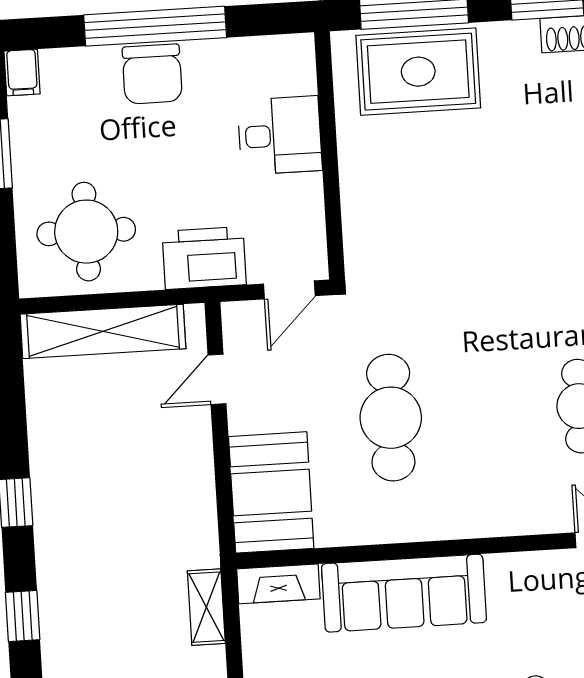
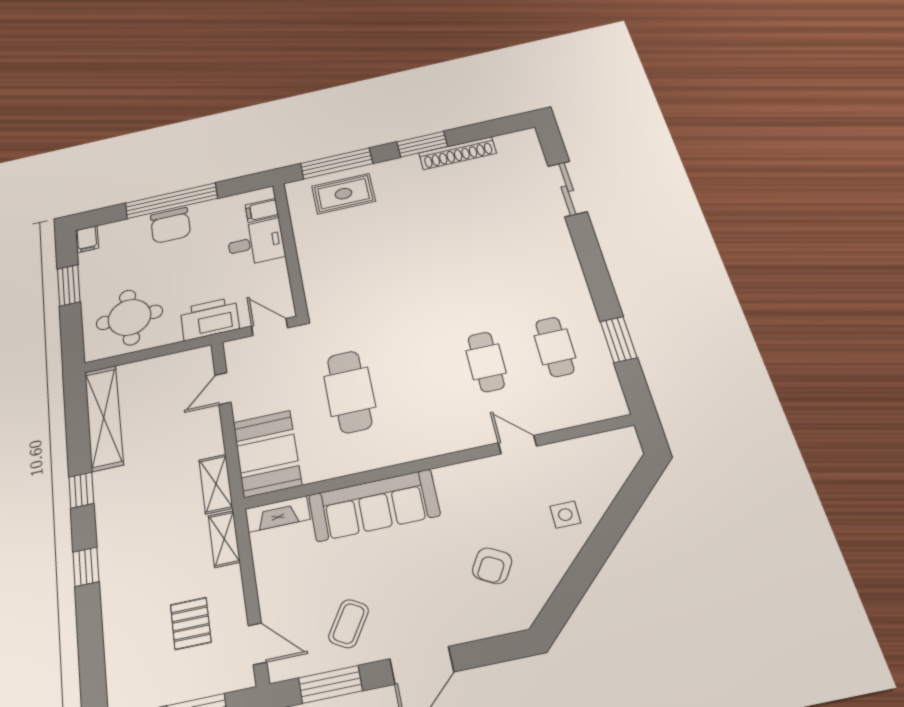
rug: (418, 72) -> (343, 194), width x0.73, depth x0.70
filing cabinet: (293, 76) -> (262, 210), added
door: (289, 290) -> (270, 327), swing flipped
shelving: (103, 331) -> (104, 418), moved, turned 90
shelving: (200, 526) -> (216, 484), added

